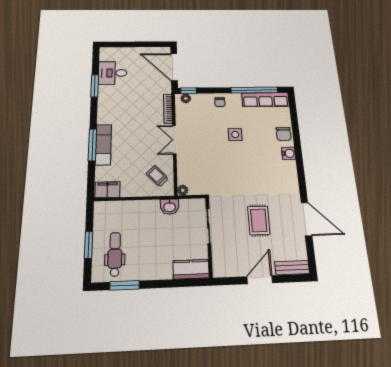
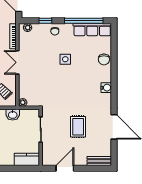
window: (189, 91) -> (45, 21), moved
water cooler: (289, 153) -> (106, 88), moved
door: (260, 280) -> (65, 168), moved

